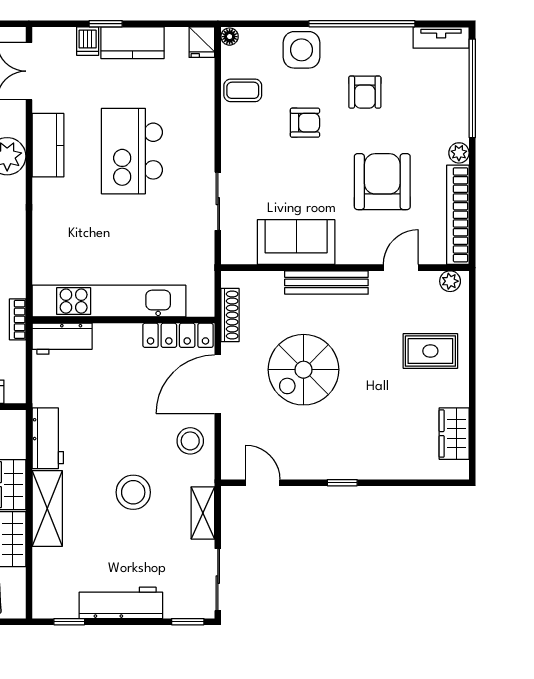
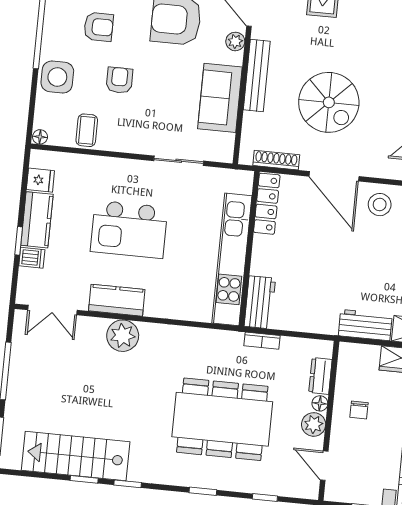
fridge: (202, 42) -> (40, 180), moved
plant: (364, 253) -> (235, 41), added
kitchen unit: (109, 301) -> (232, 259), moved
wall: (123, 320) -> (249, 249), moved
locker: (178, 335) -> (267, 204), moved
workbench: (62, 339) -> (260, 302), moved

